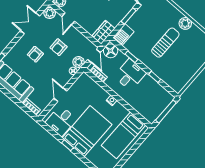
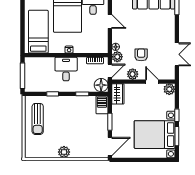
plant: (50, 13) -> (133, 74), moved
sun lounger: (165, 43) -> (38, 119), moved
armchair: (35, 54) -> (154, 35), removed
door: (94, 56) -> (110, 71), swing flipped
desk: (130, 75) -> (66, 69), moved, turned 180

